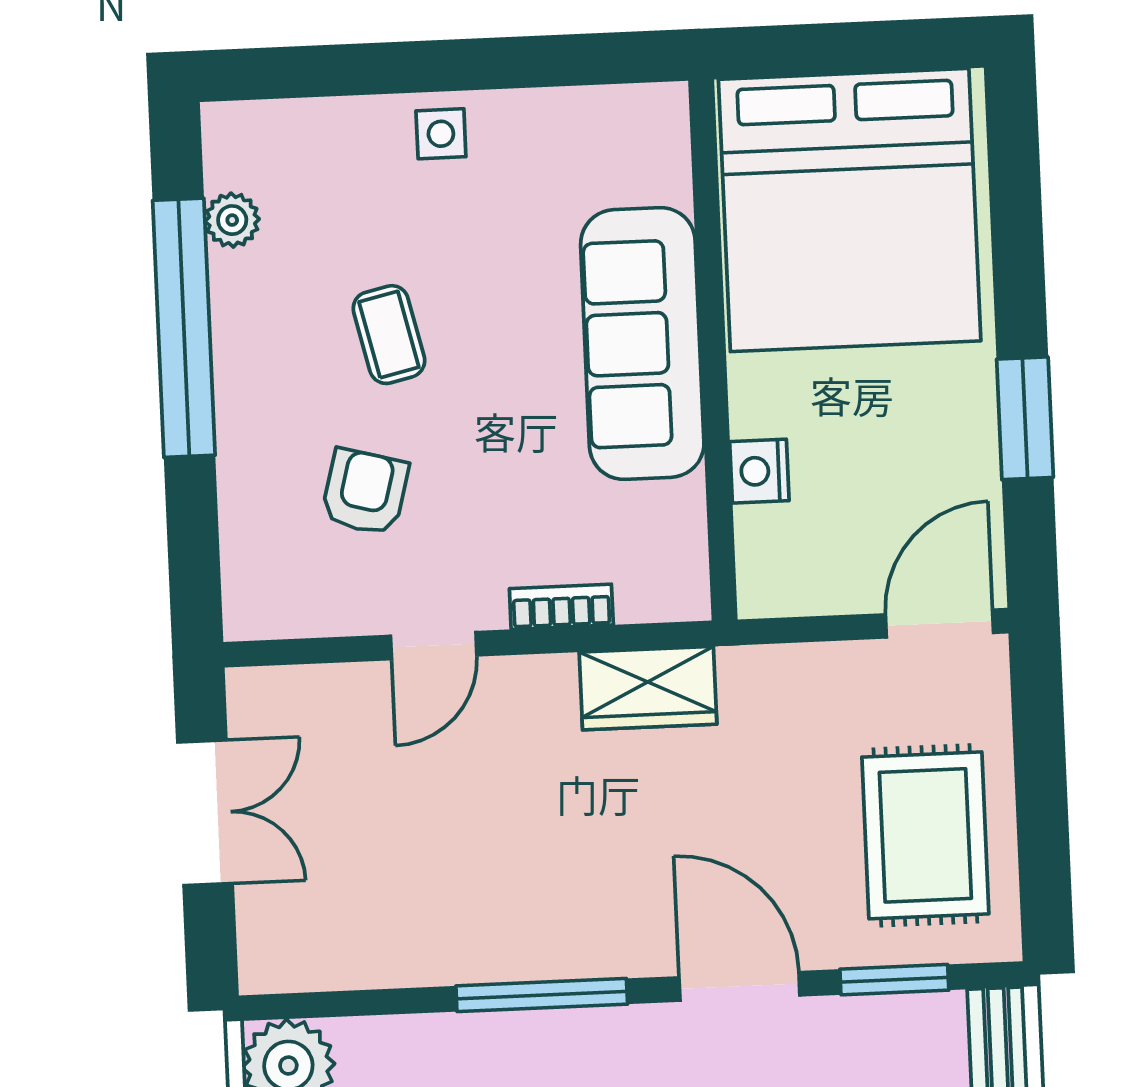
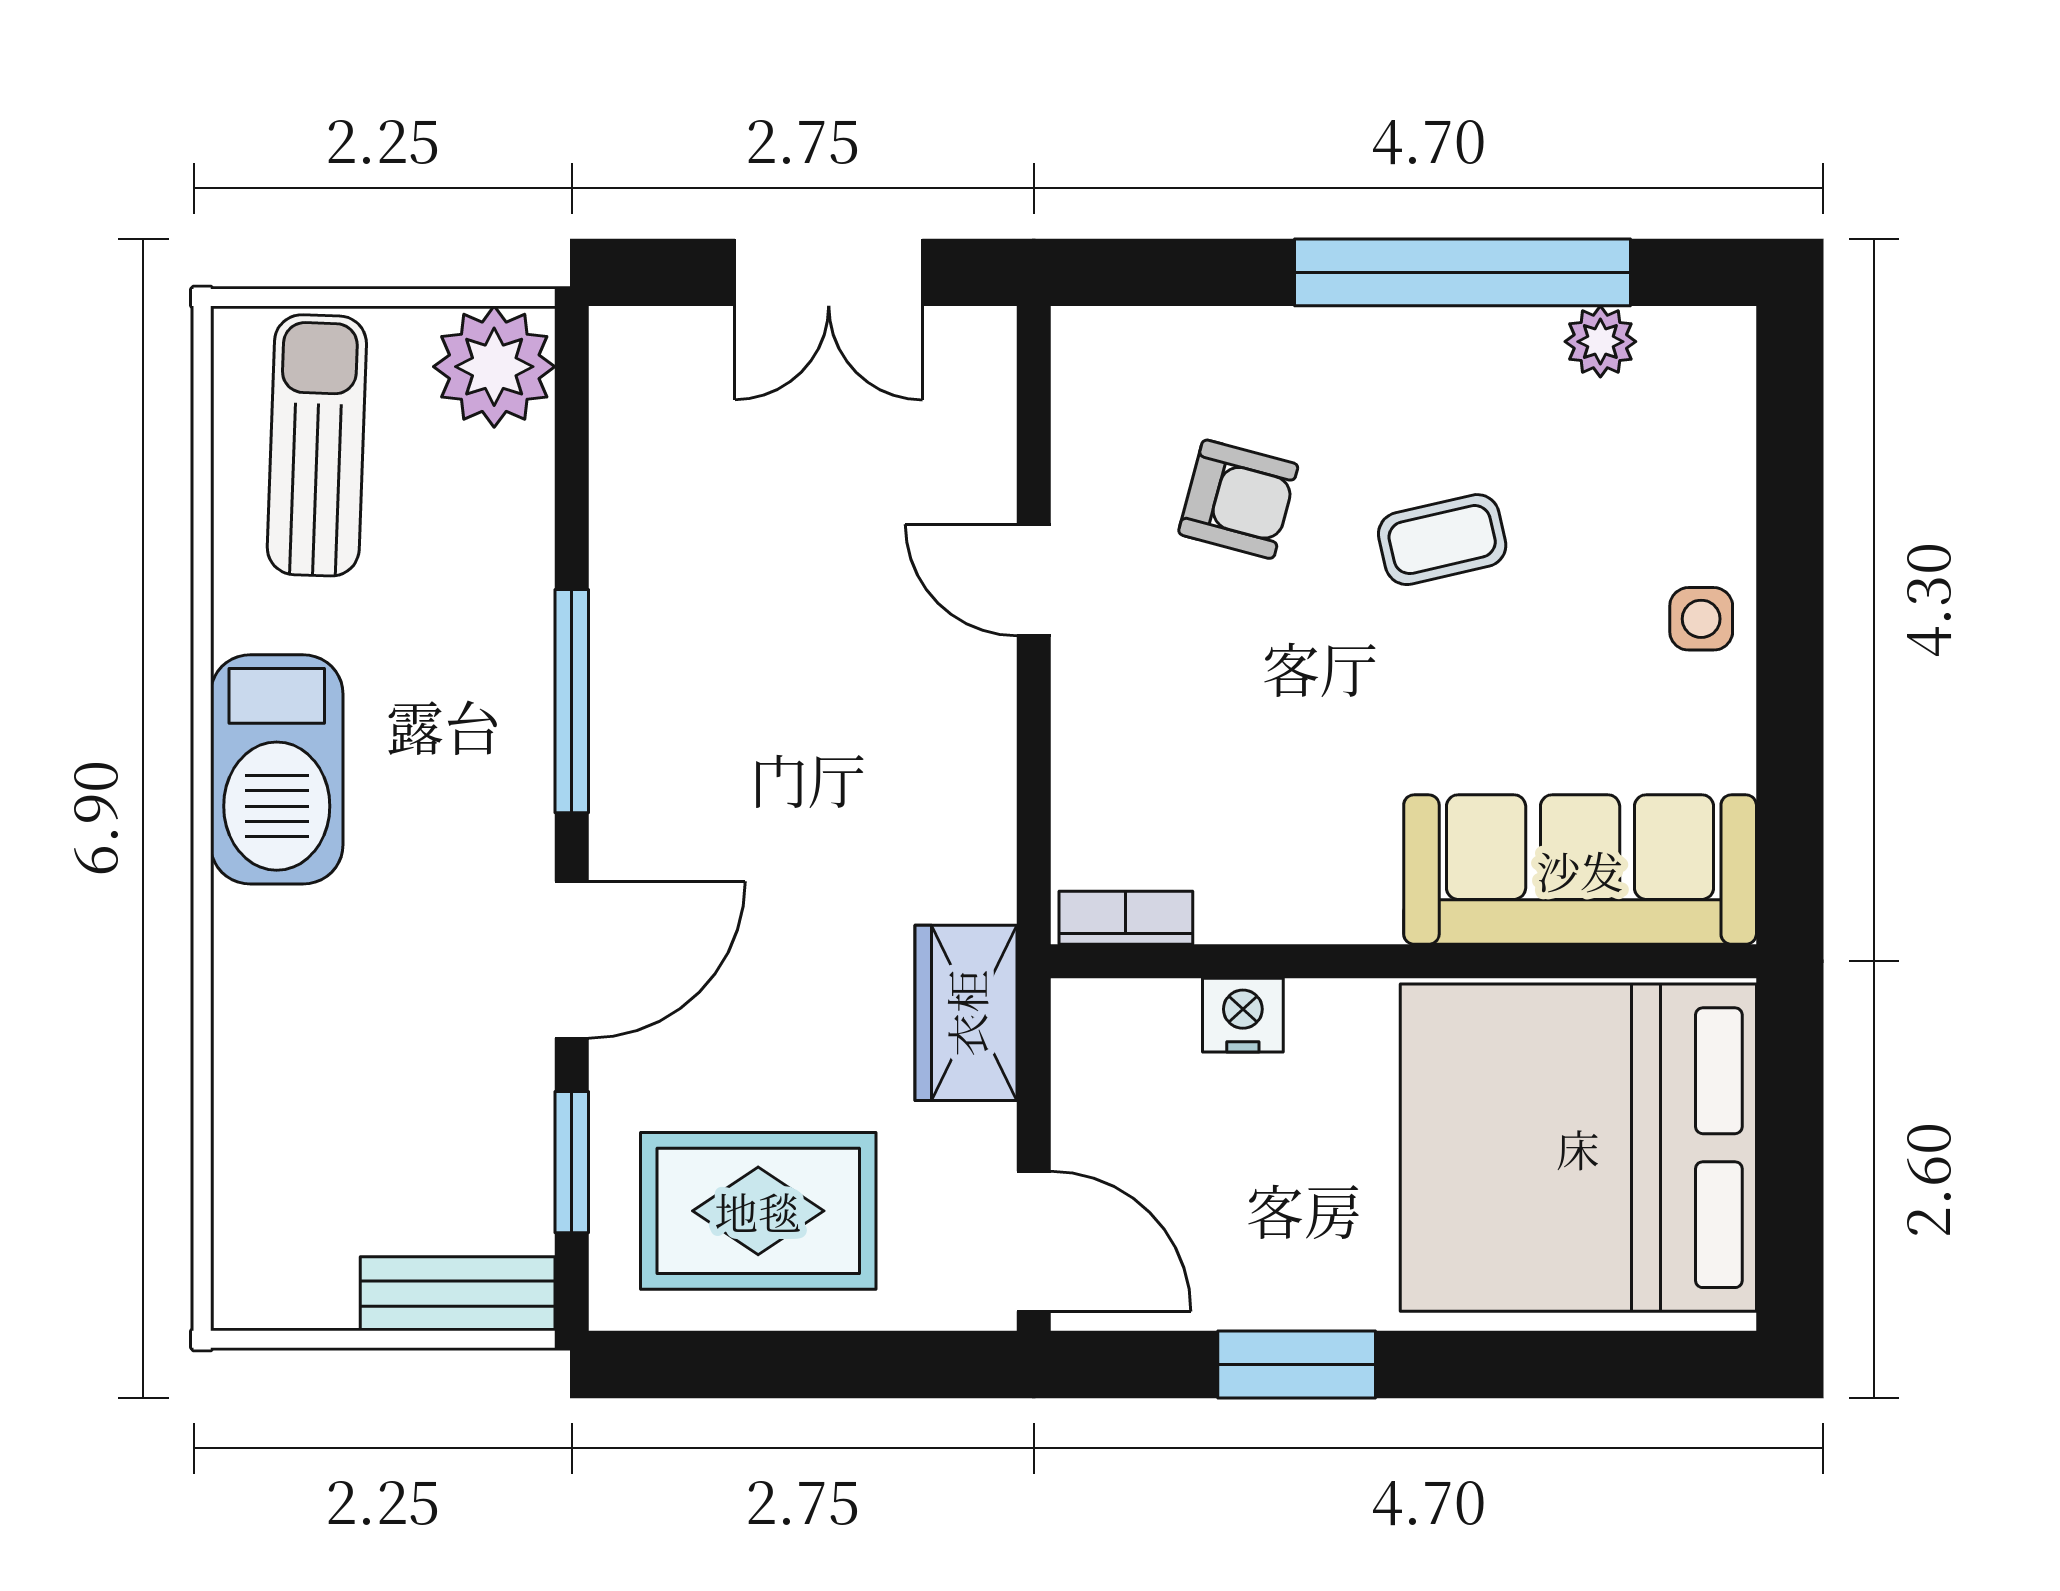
sofa: (642, 344) -> (1580, 870), moved
bookcase: (561, 607) -> (1126, 918), moved, turned -90
wardrobe: (648, 688) -> (966, 1013), moved

